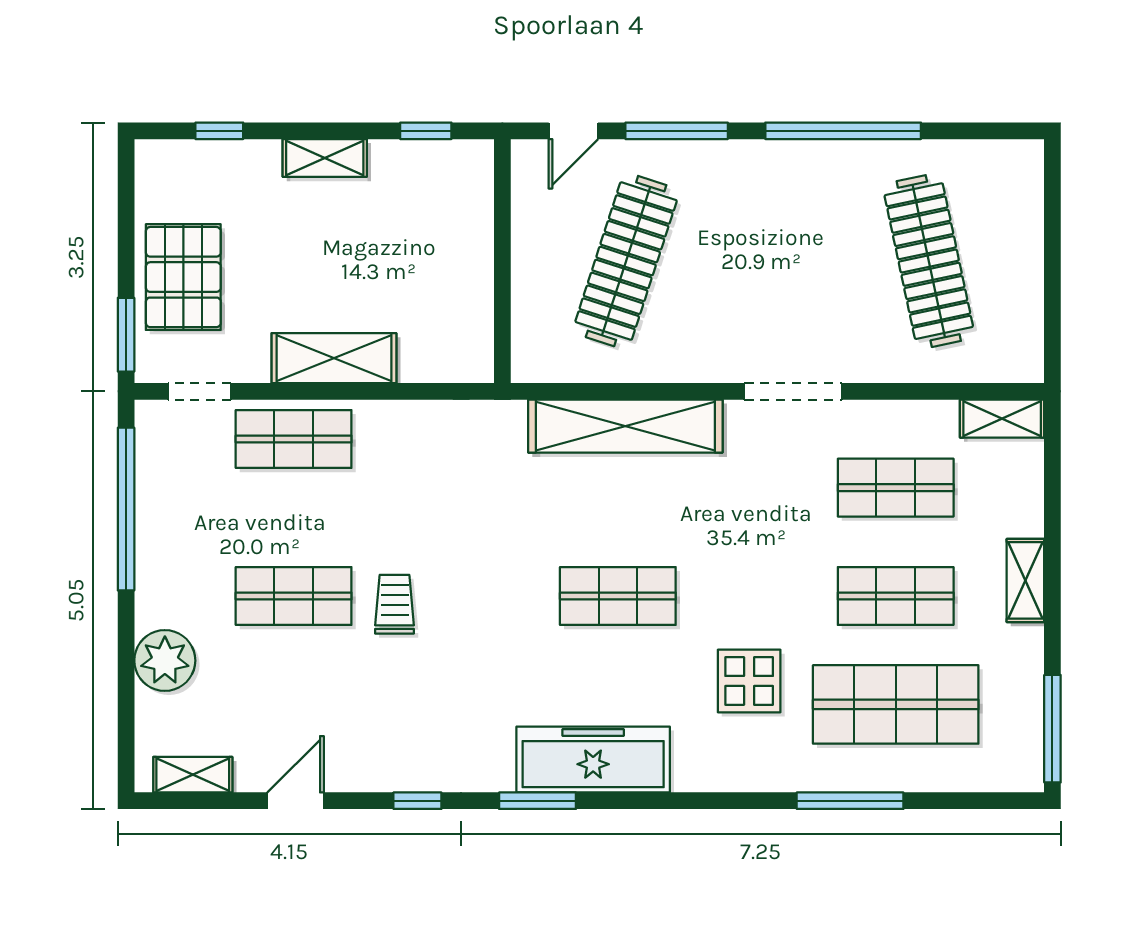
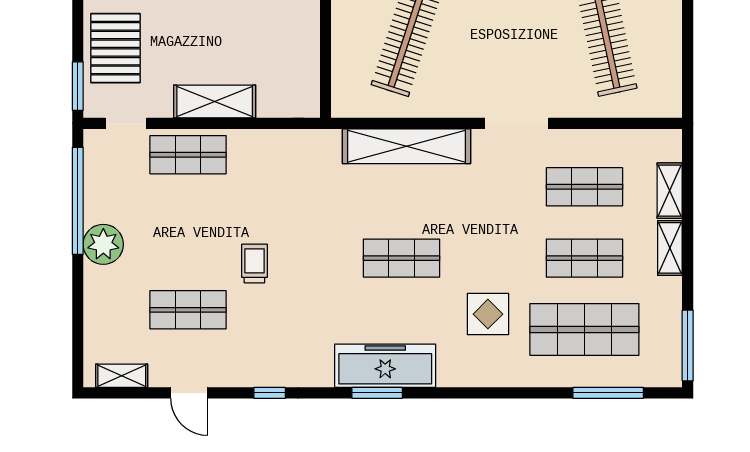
shelving: (1002, 419) -> (670, 191), moved, turned 90
shop shelf: (294, 596) -> (188, 310), moved
plant: (165, 661) -> (103, 244), moved
door: (296, 801) -> (189, 393), swing flipped
window: (538, 801) -> (377, 393), moved
window: (850, 801) -> (608, 393), moved

